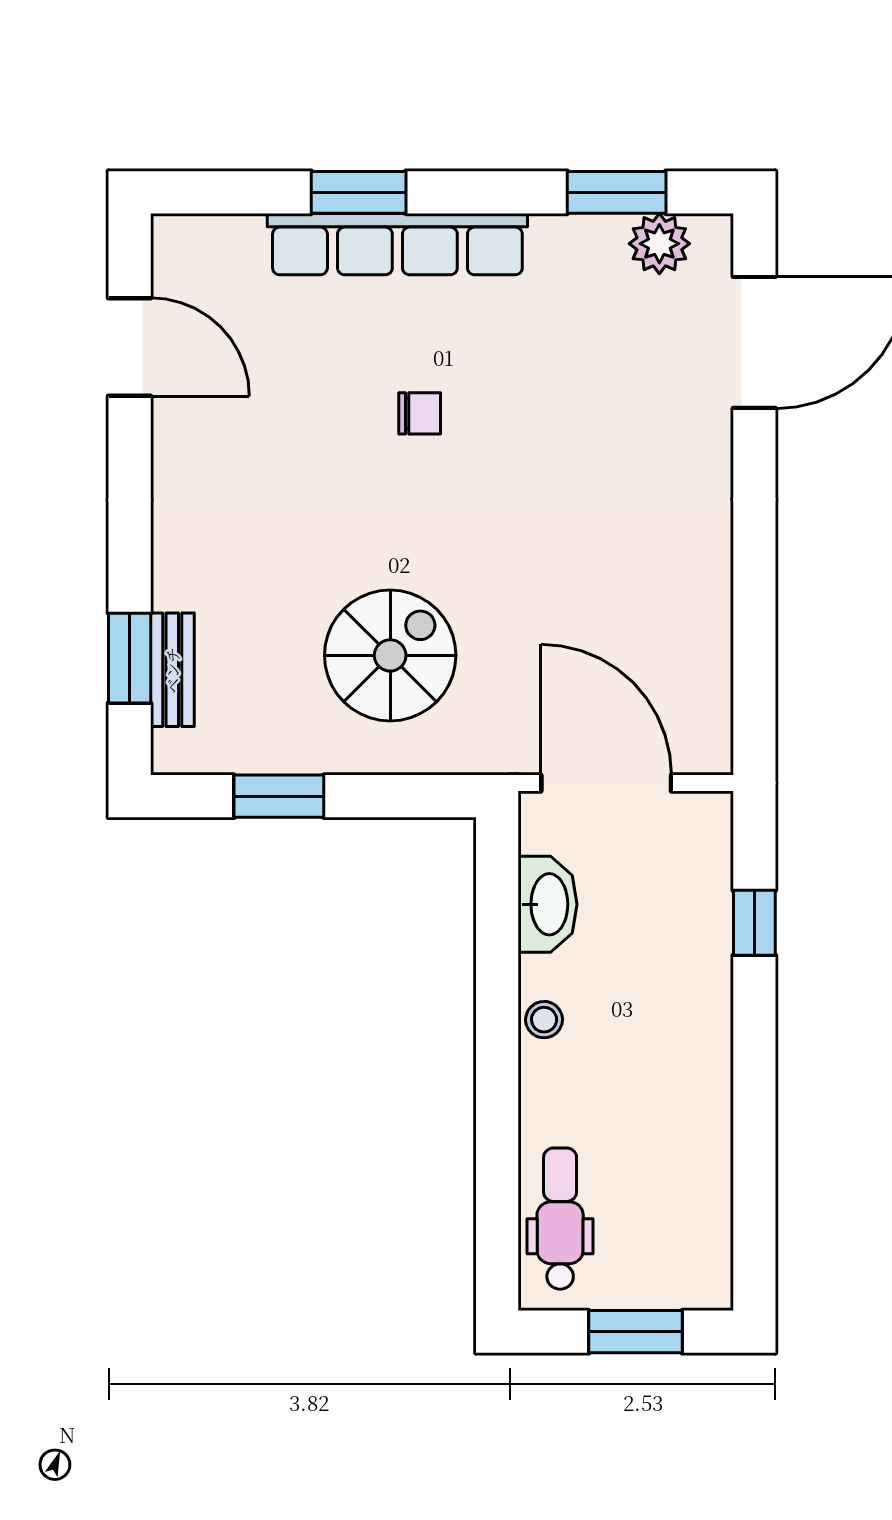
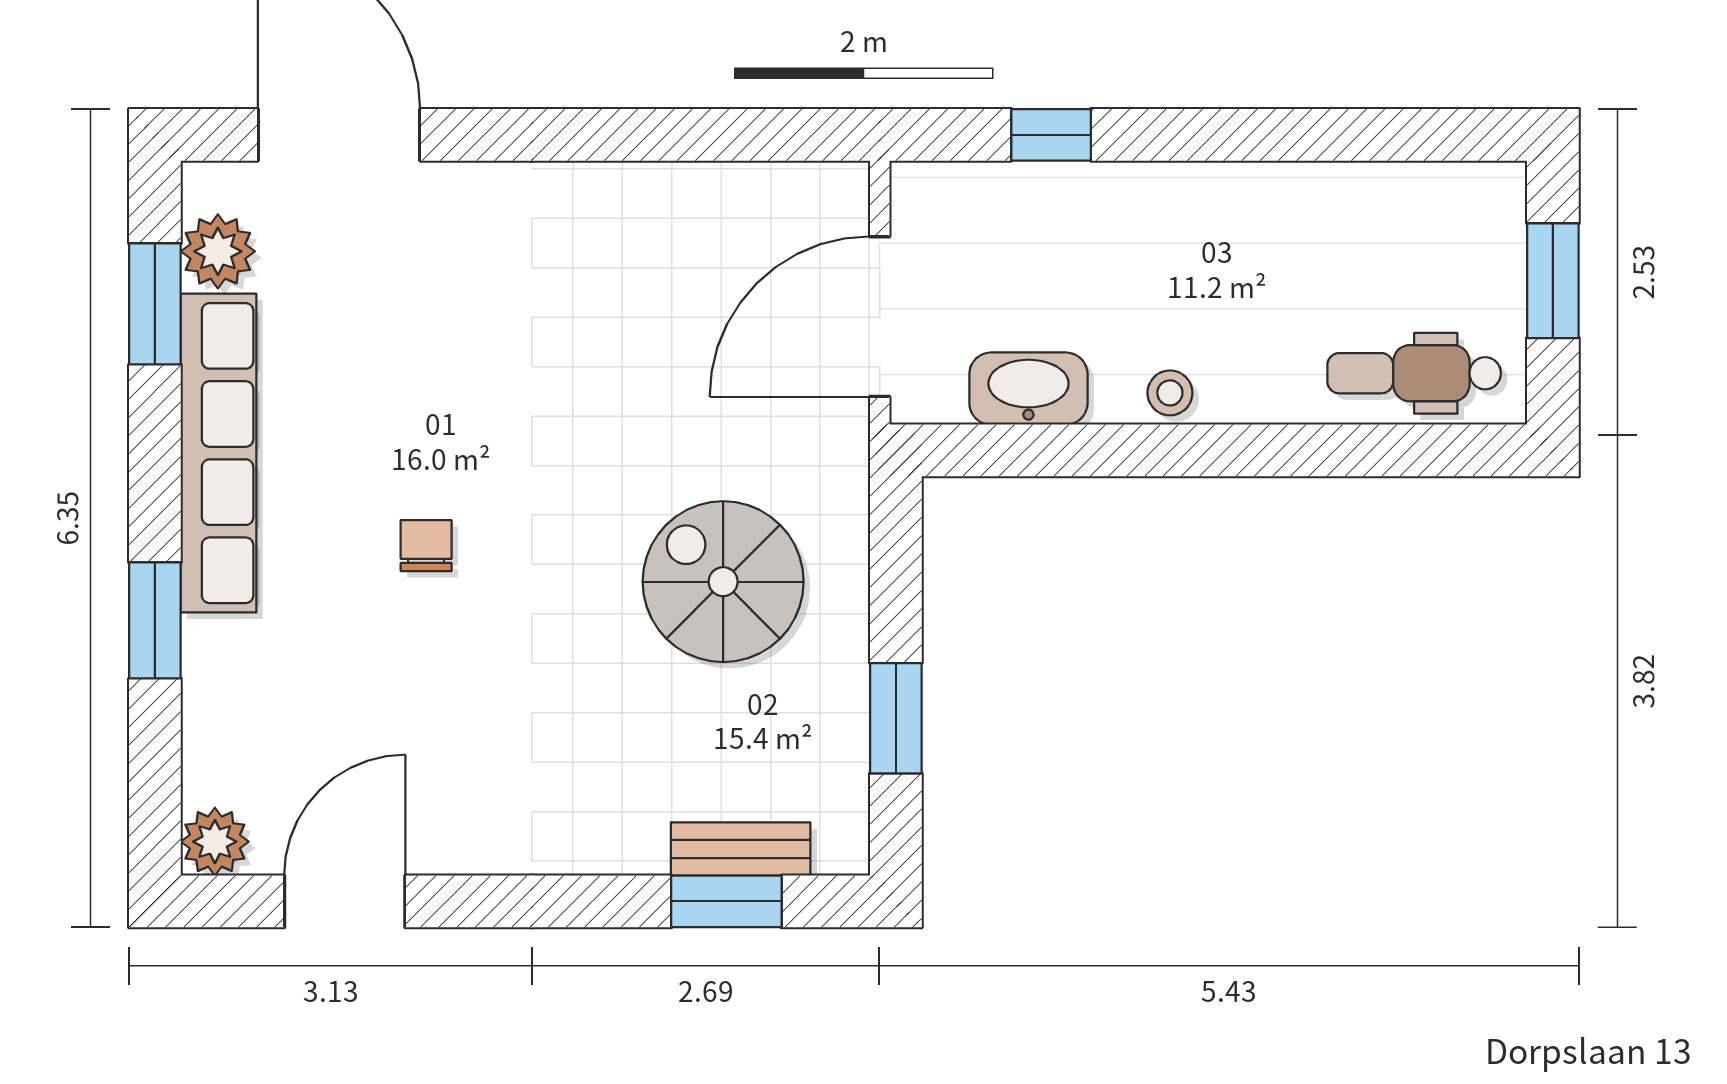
plant: (178, 241) -> (215, 842), added
row of seats: (397, 244) -> (219, 453), moved

